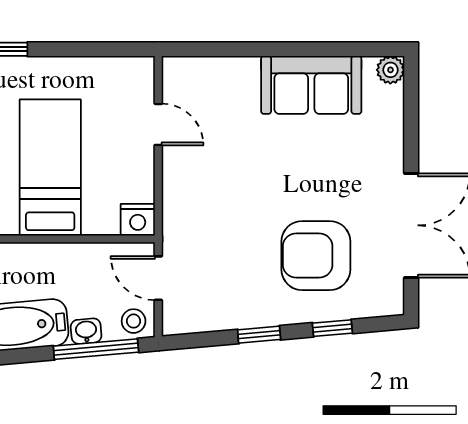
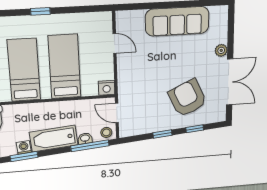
plant: (390, 70) -> (221, 50), moved
sofa: (311, 85) -> (177, 21), width x1.36
armchair: (316, 256) -> (187, 98), turned 65

